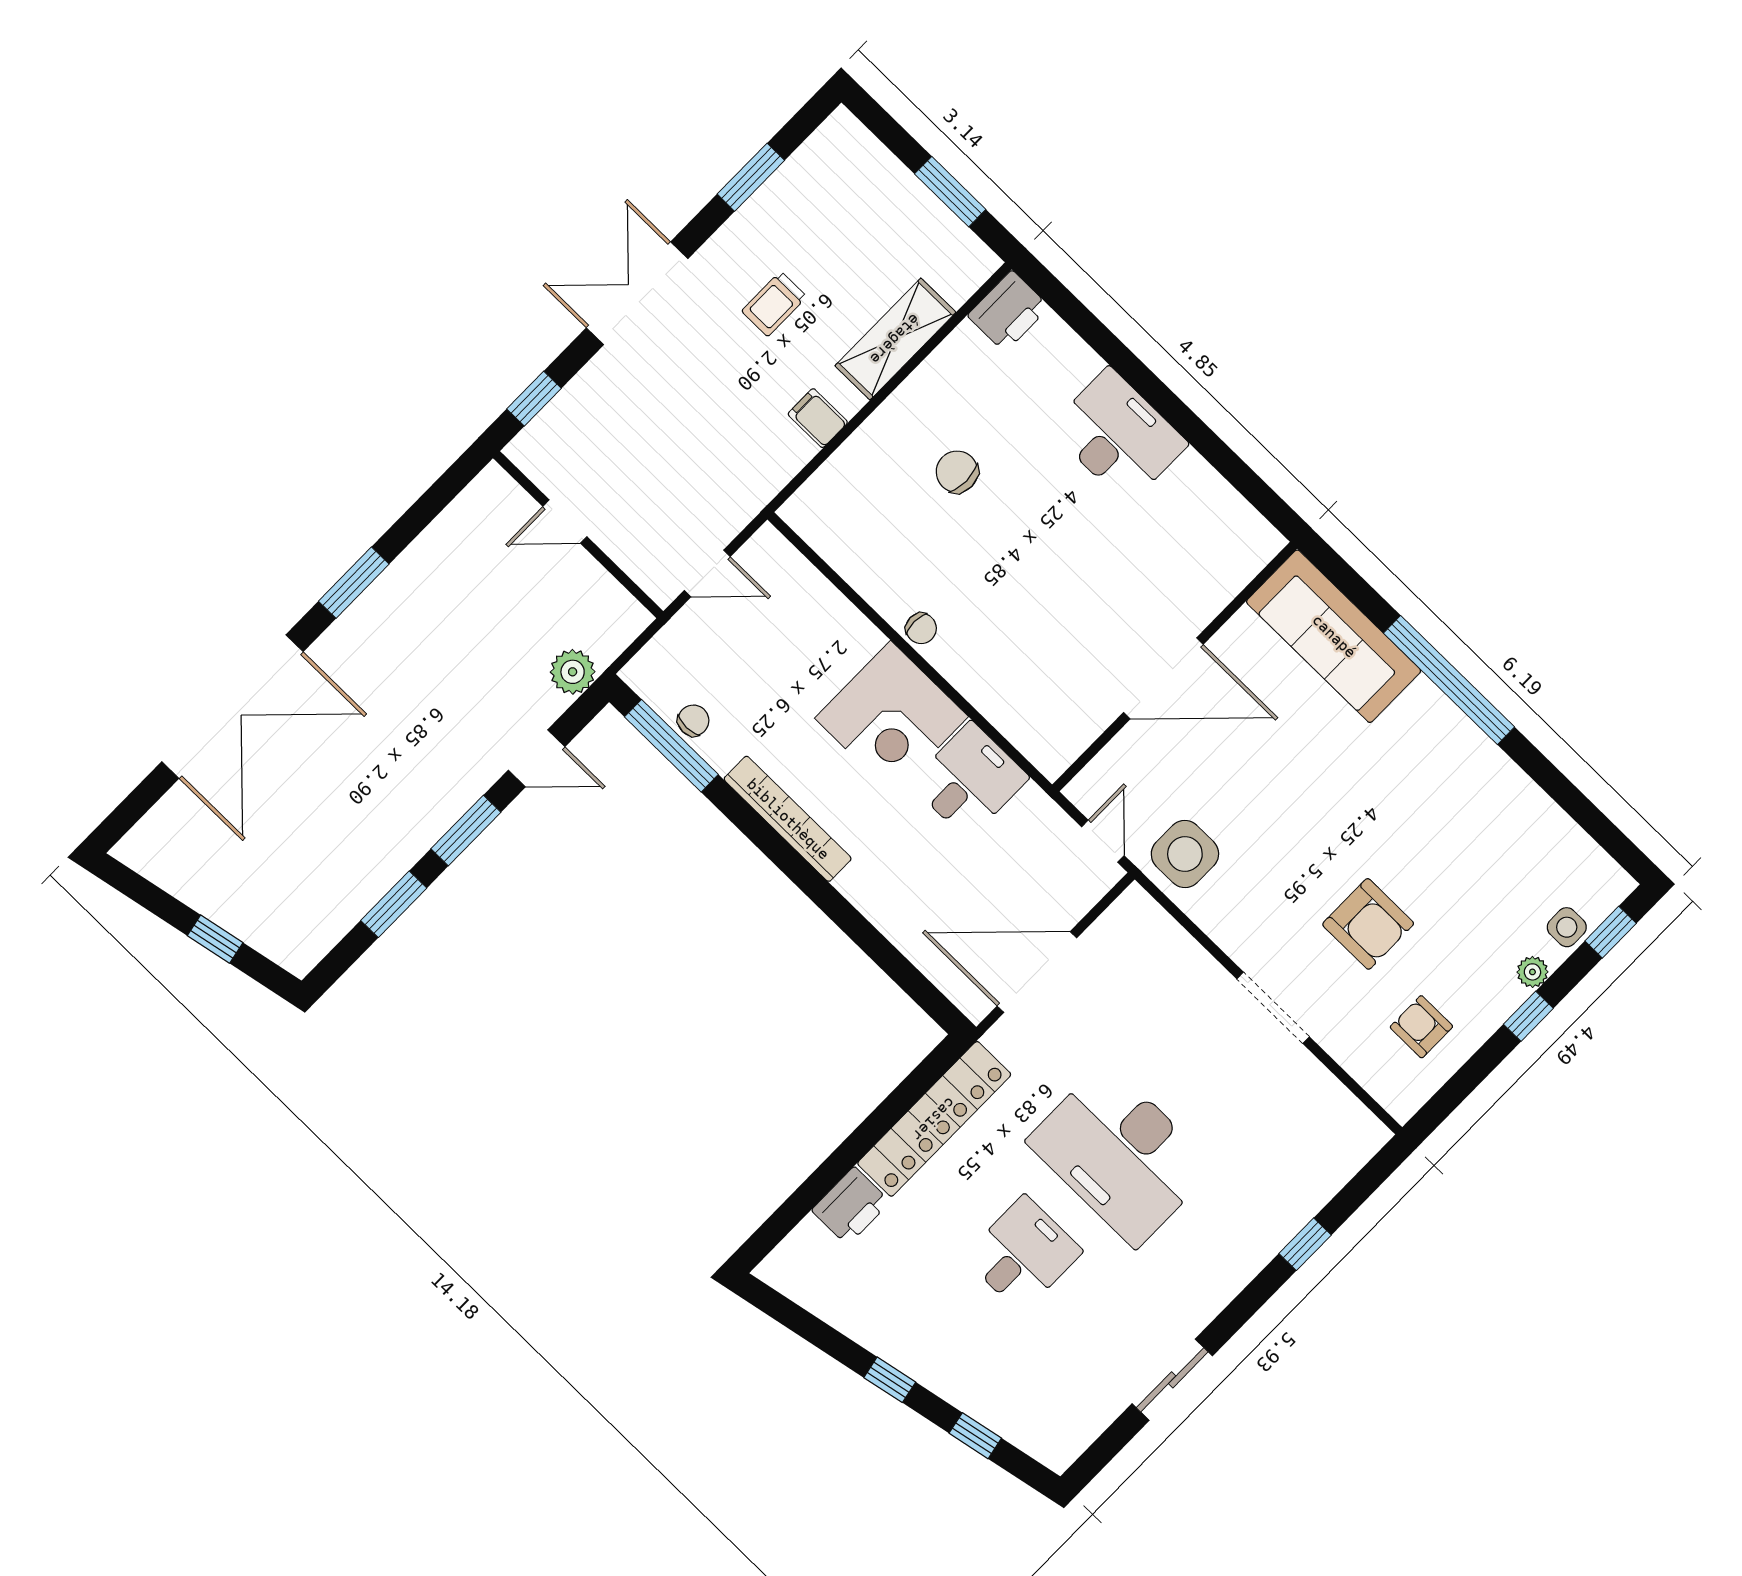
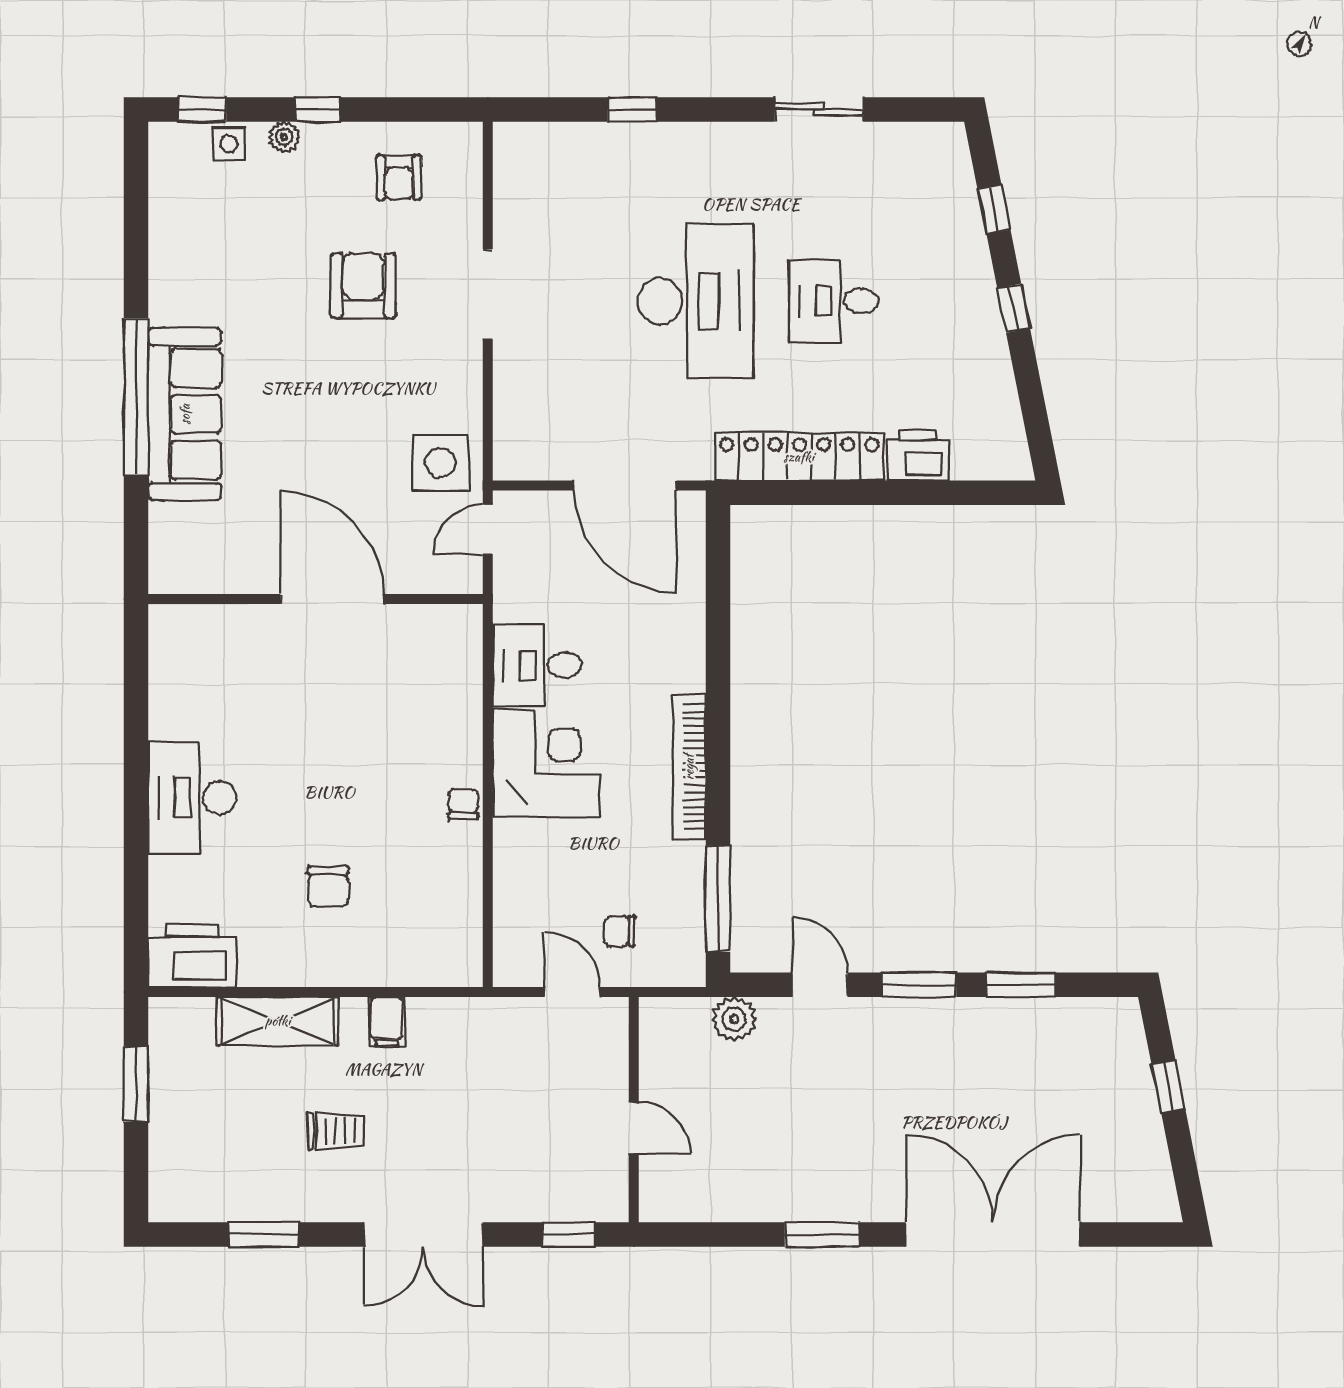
printer: (1008, 311) -> (192, 956), width x1.37, depth x1.19
sofa: (1334, 636) -> (185, 414), moved
chair: (693, 720) -> (620, 931), moved

